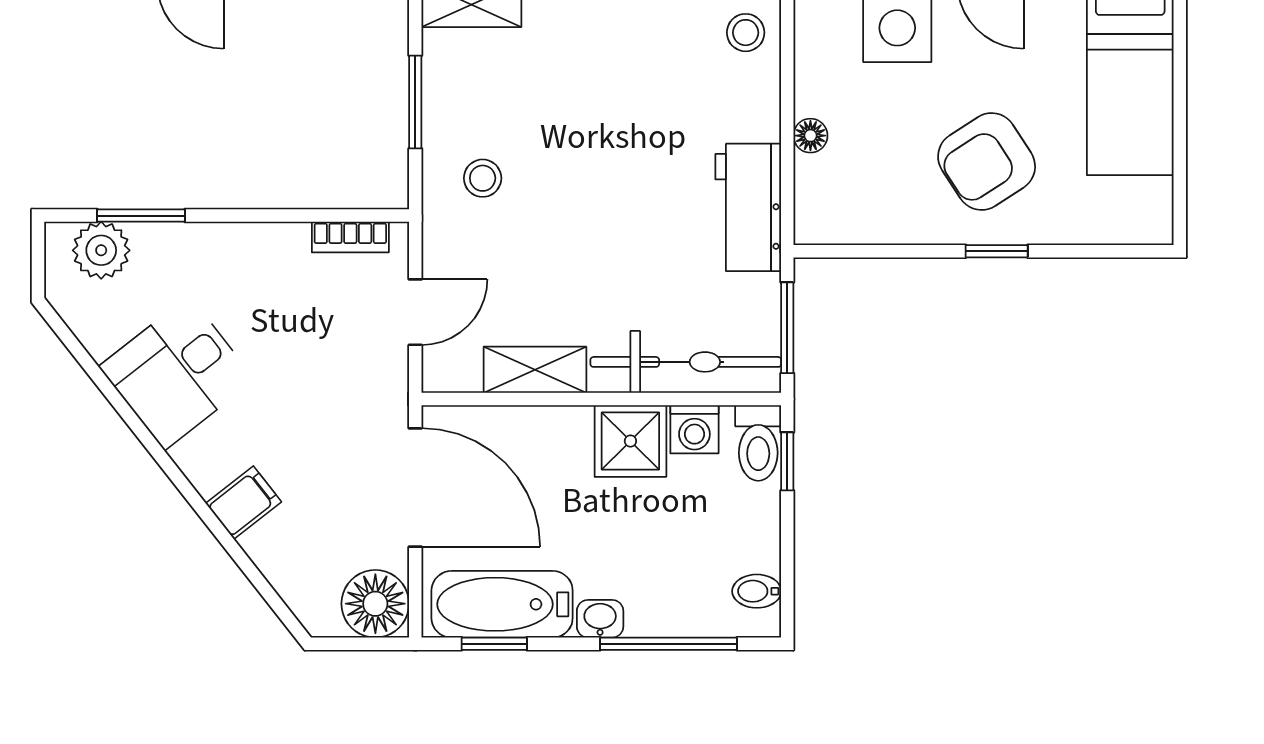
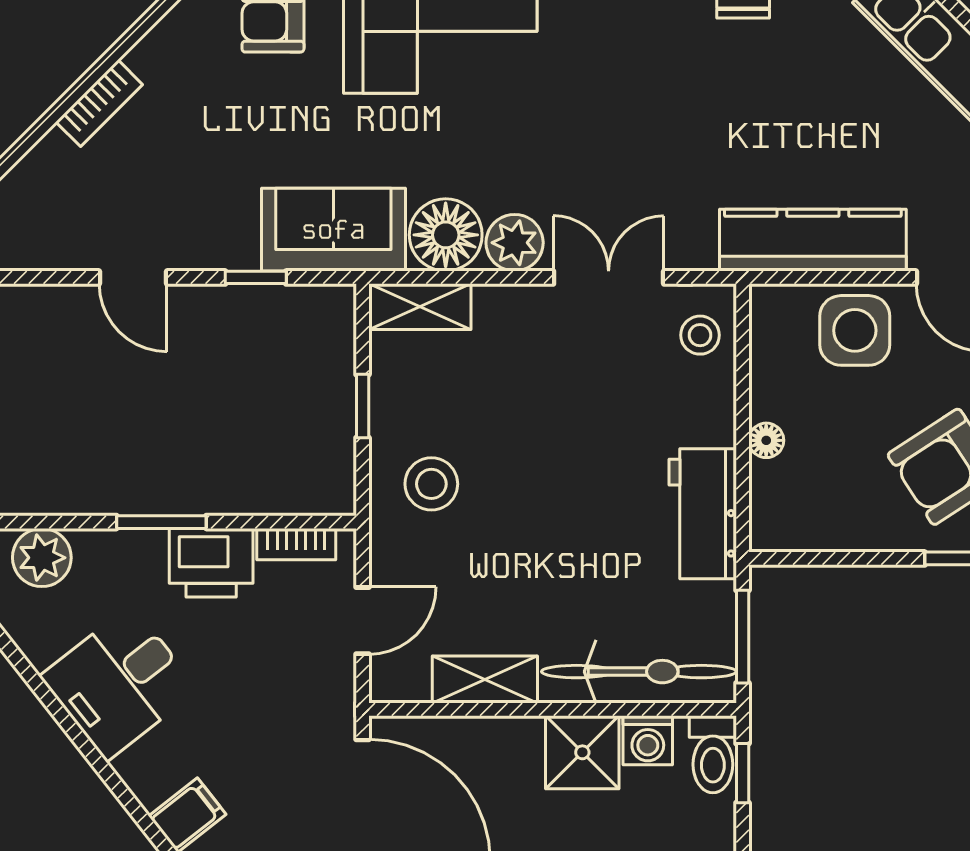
window: (415, 102) -> (363, 406), width x0.67
stool: (483, 178) -> (431, 484), width x1.37, depth x1.37
window: (141, 216) -> (161, 522), moved
printer: (267, 255) -> (211, 563), added

